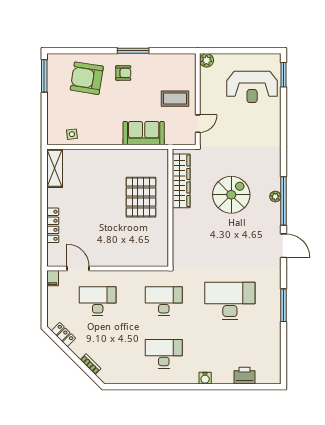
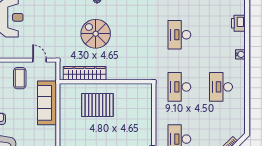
sofa: (144, 133) -> (47, 103), width x1.36
desk: (230, 301) -> (179, 35), width x0.73, depth x0.77

